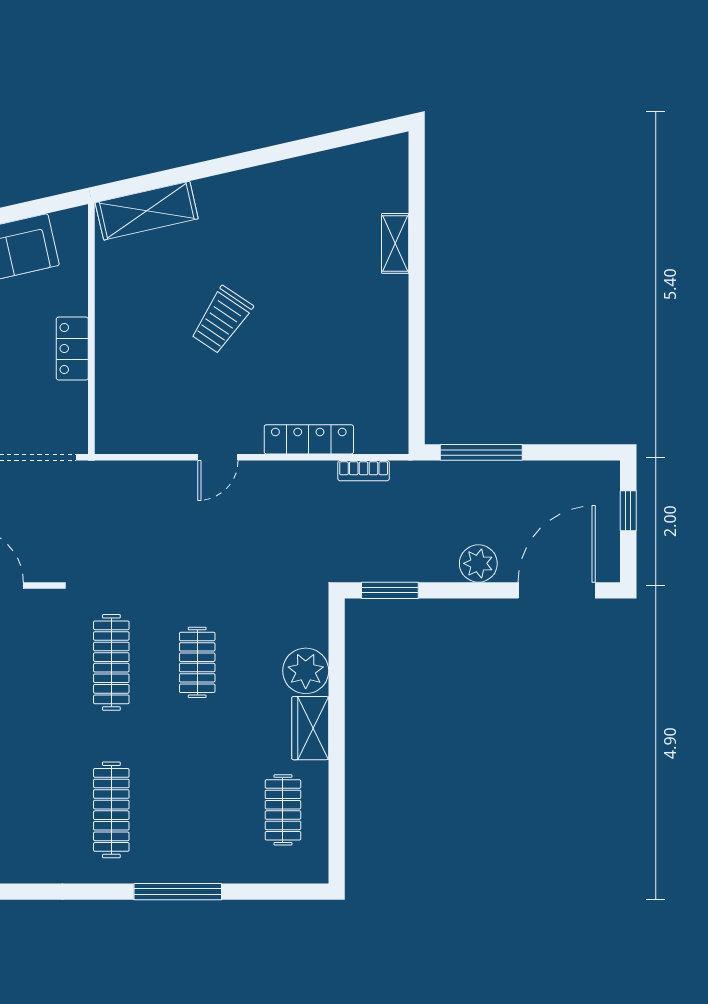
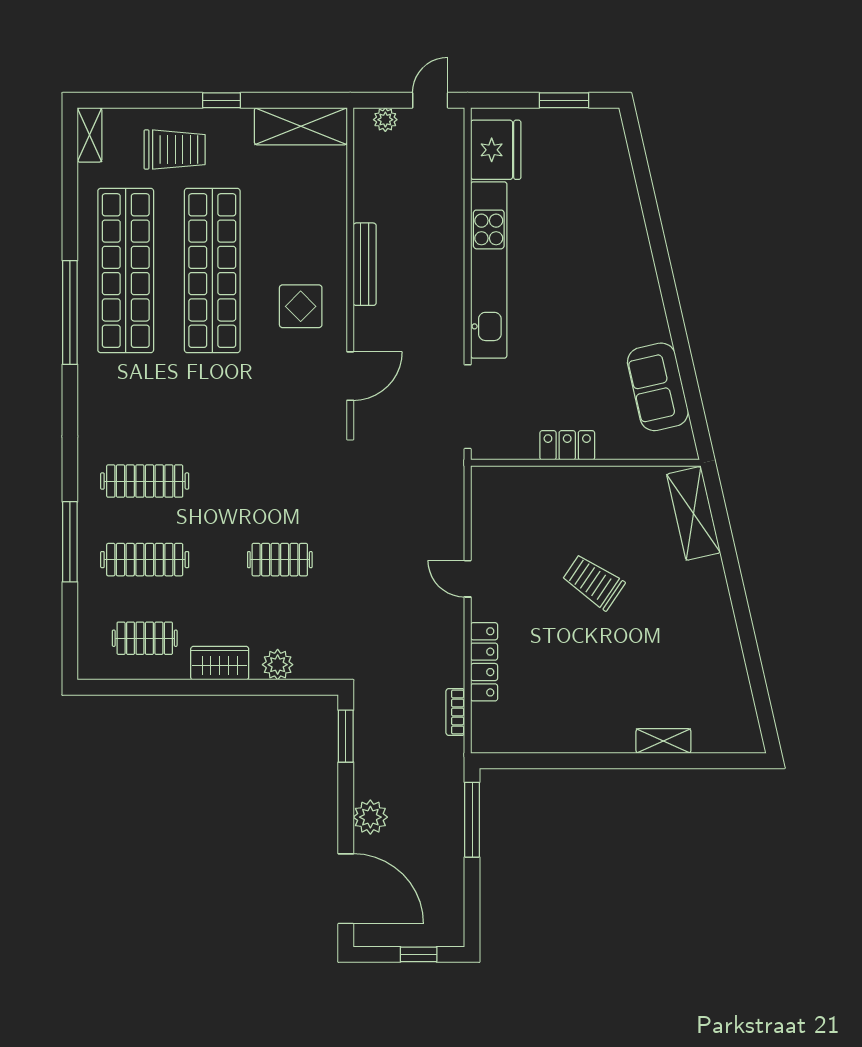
clothes rail: (111, 662) -> (145, 560), moved
plant: (306, 671) -> (278, 665), width x0.73, depth x0.73

